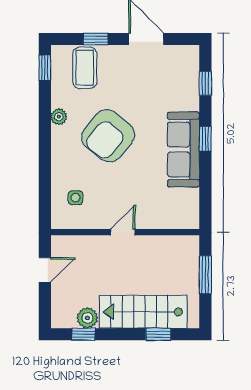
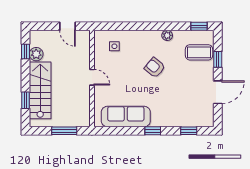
armchair: (108, 136) -> (155, 68), width x0.53, depth x0.53
sofa: (183, 150) -> (126, 117), moved

